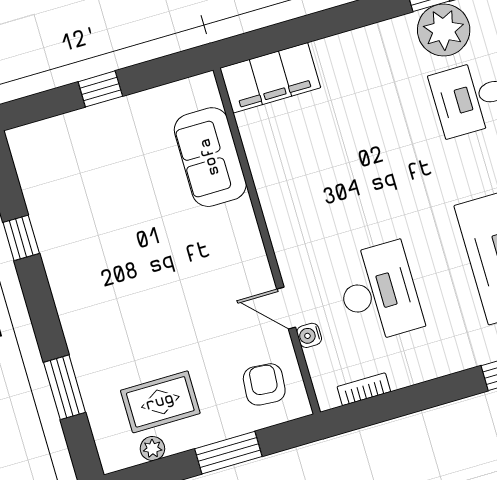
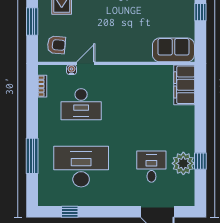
sofa: (210, 157) -> (173, 50), moved

